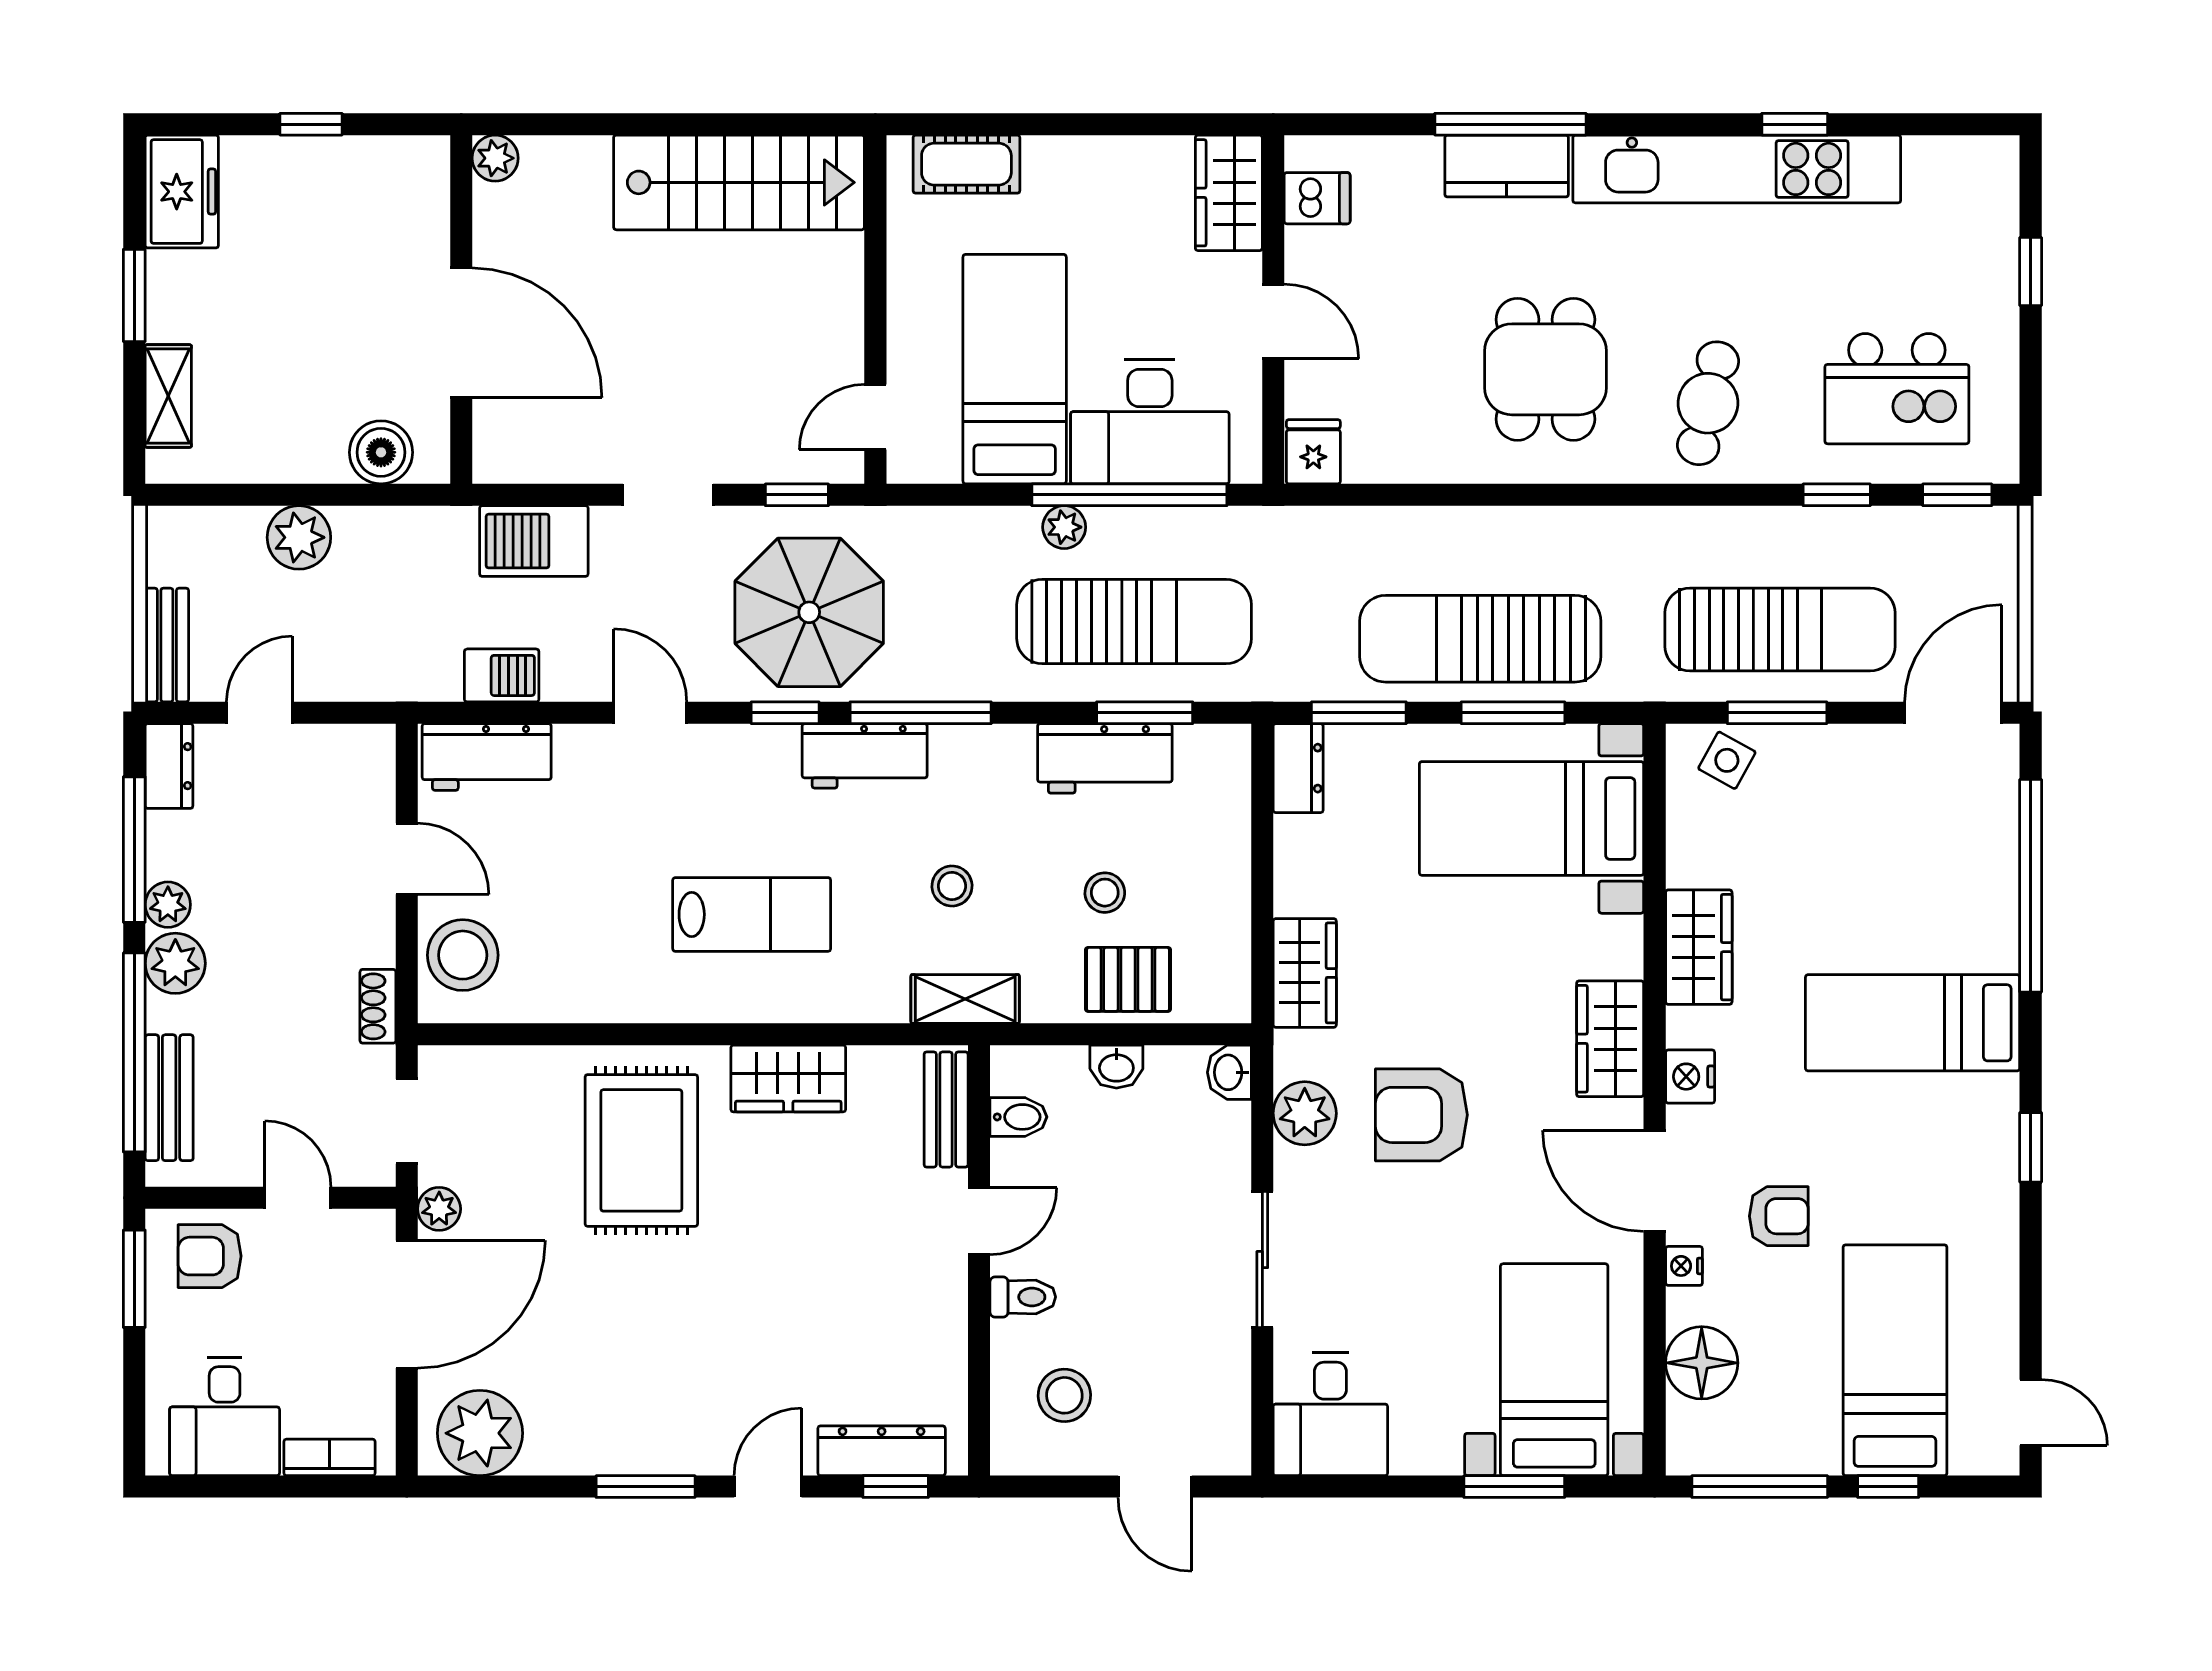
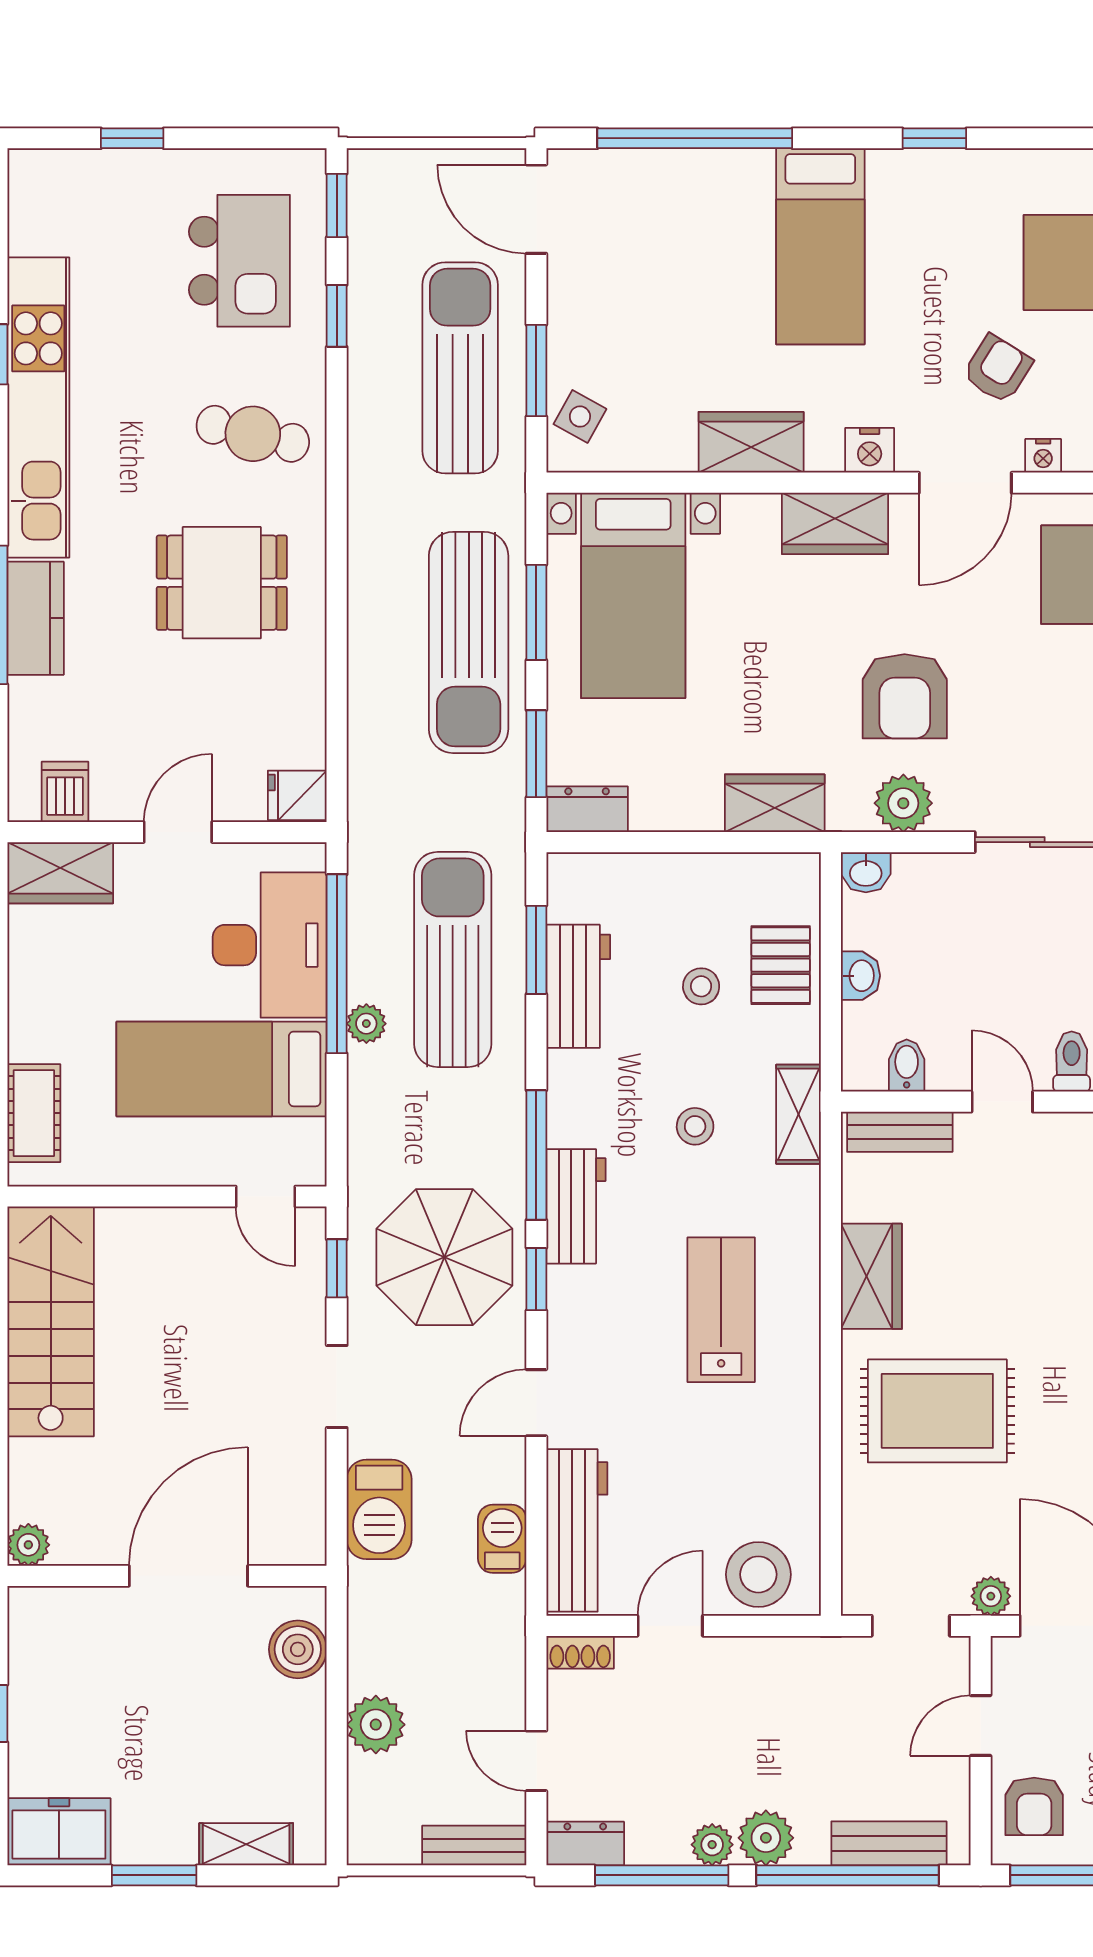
workbench: (487, 757) -> (577, 1530), width x1.38
shoe rack: (378, 1006) -> (580, 1652), moved
armchair: (1779, 1216) -> (998, 369), turned 32

